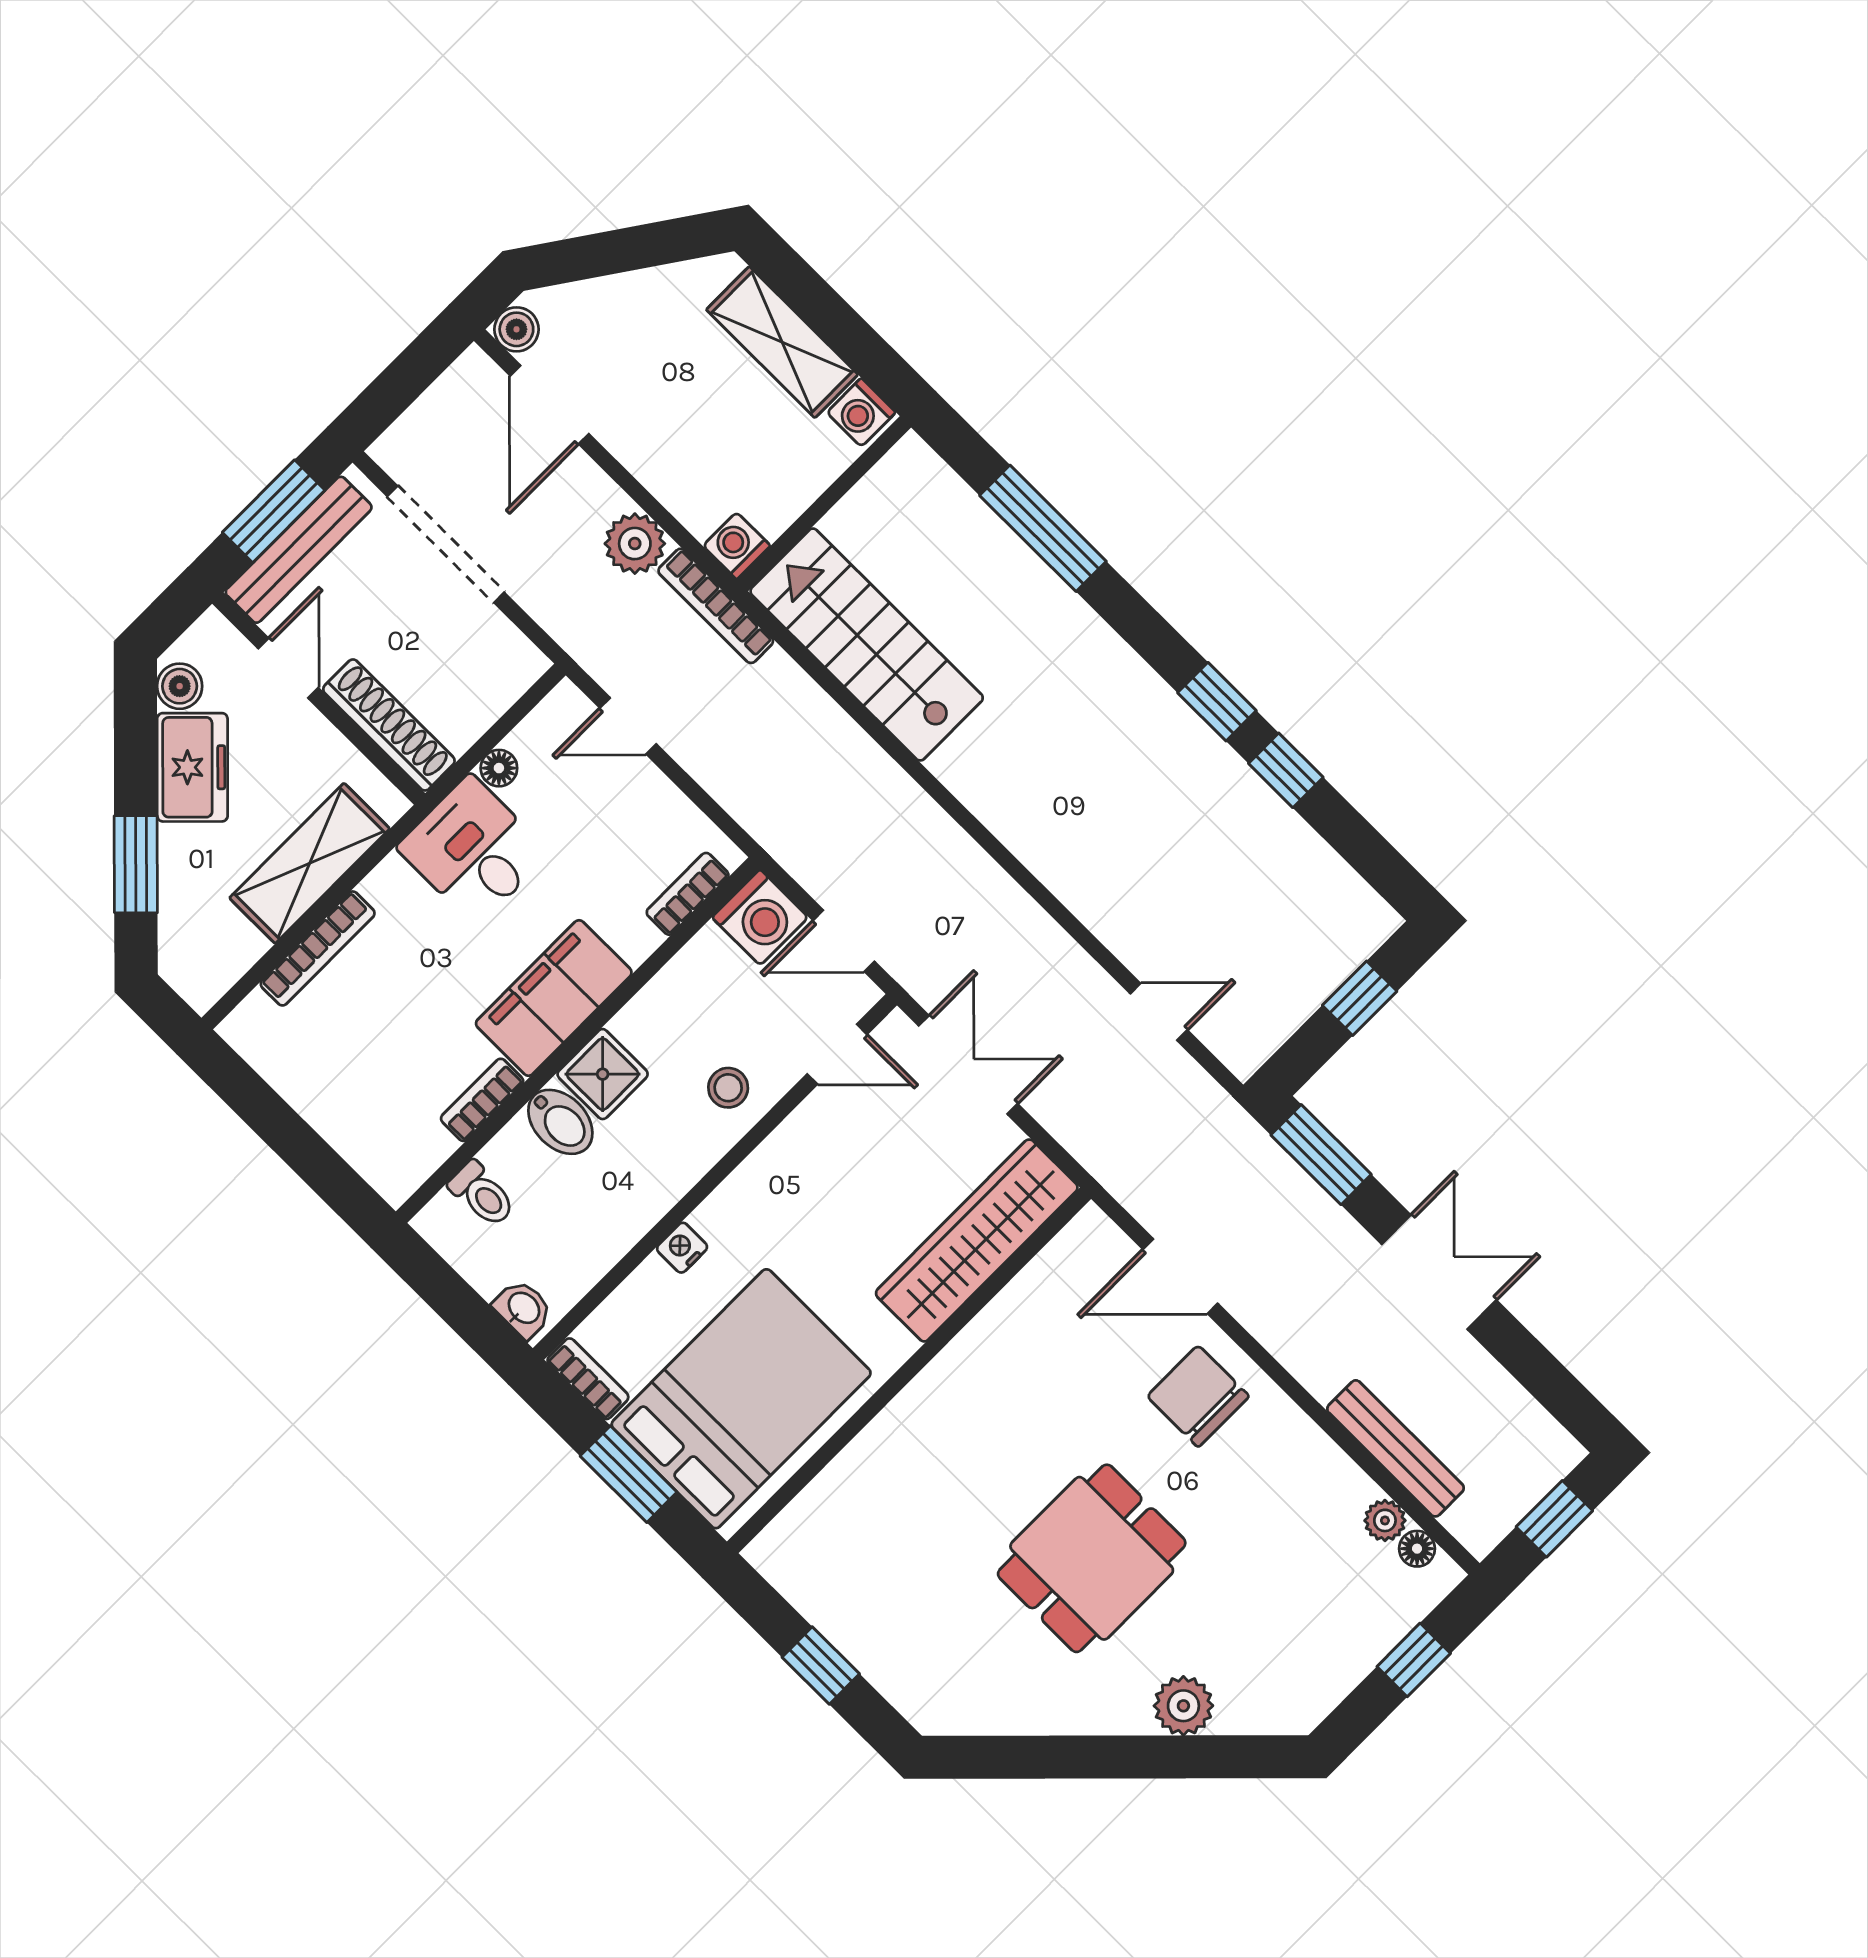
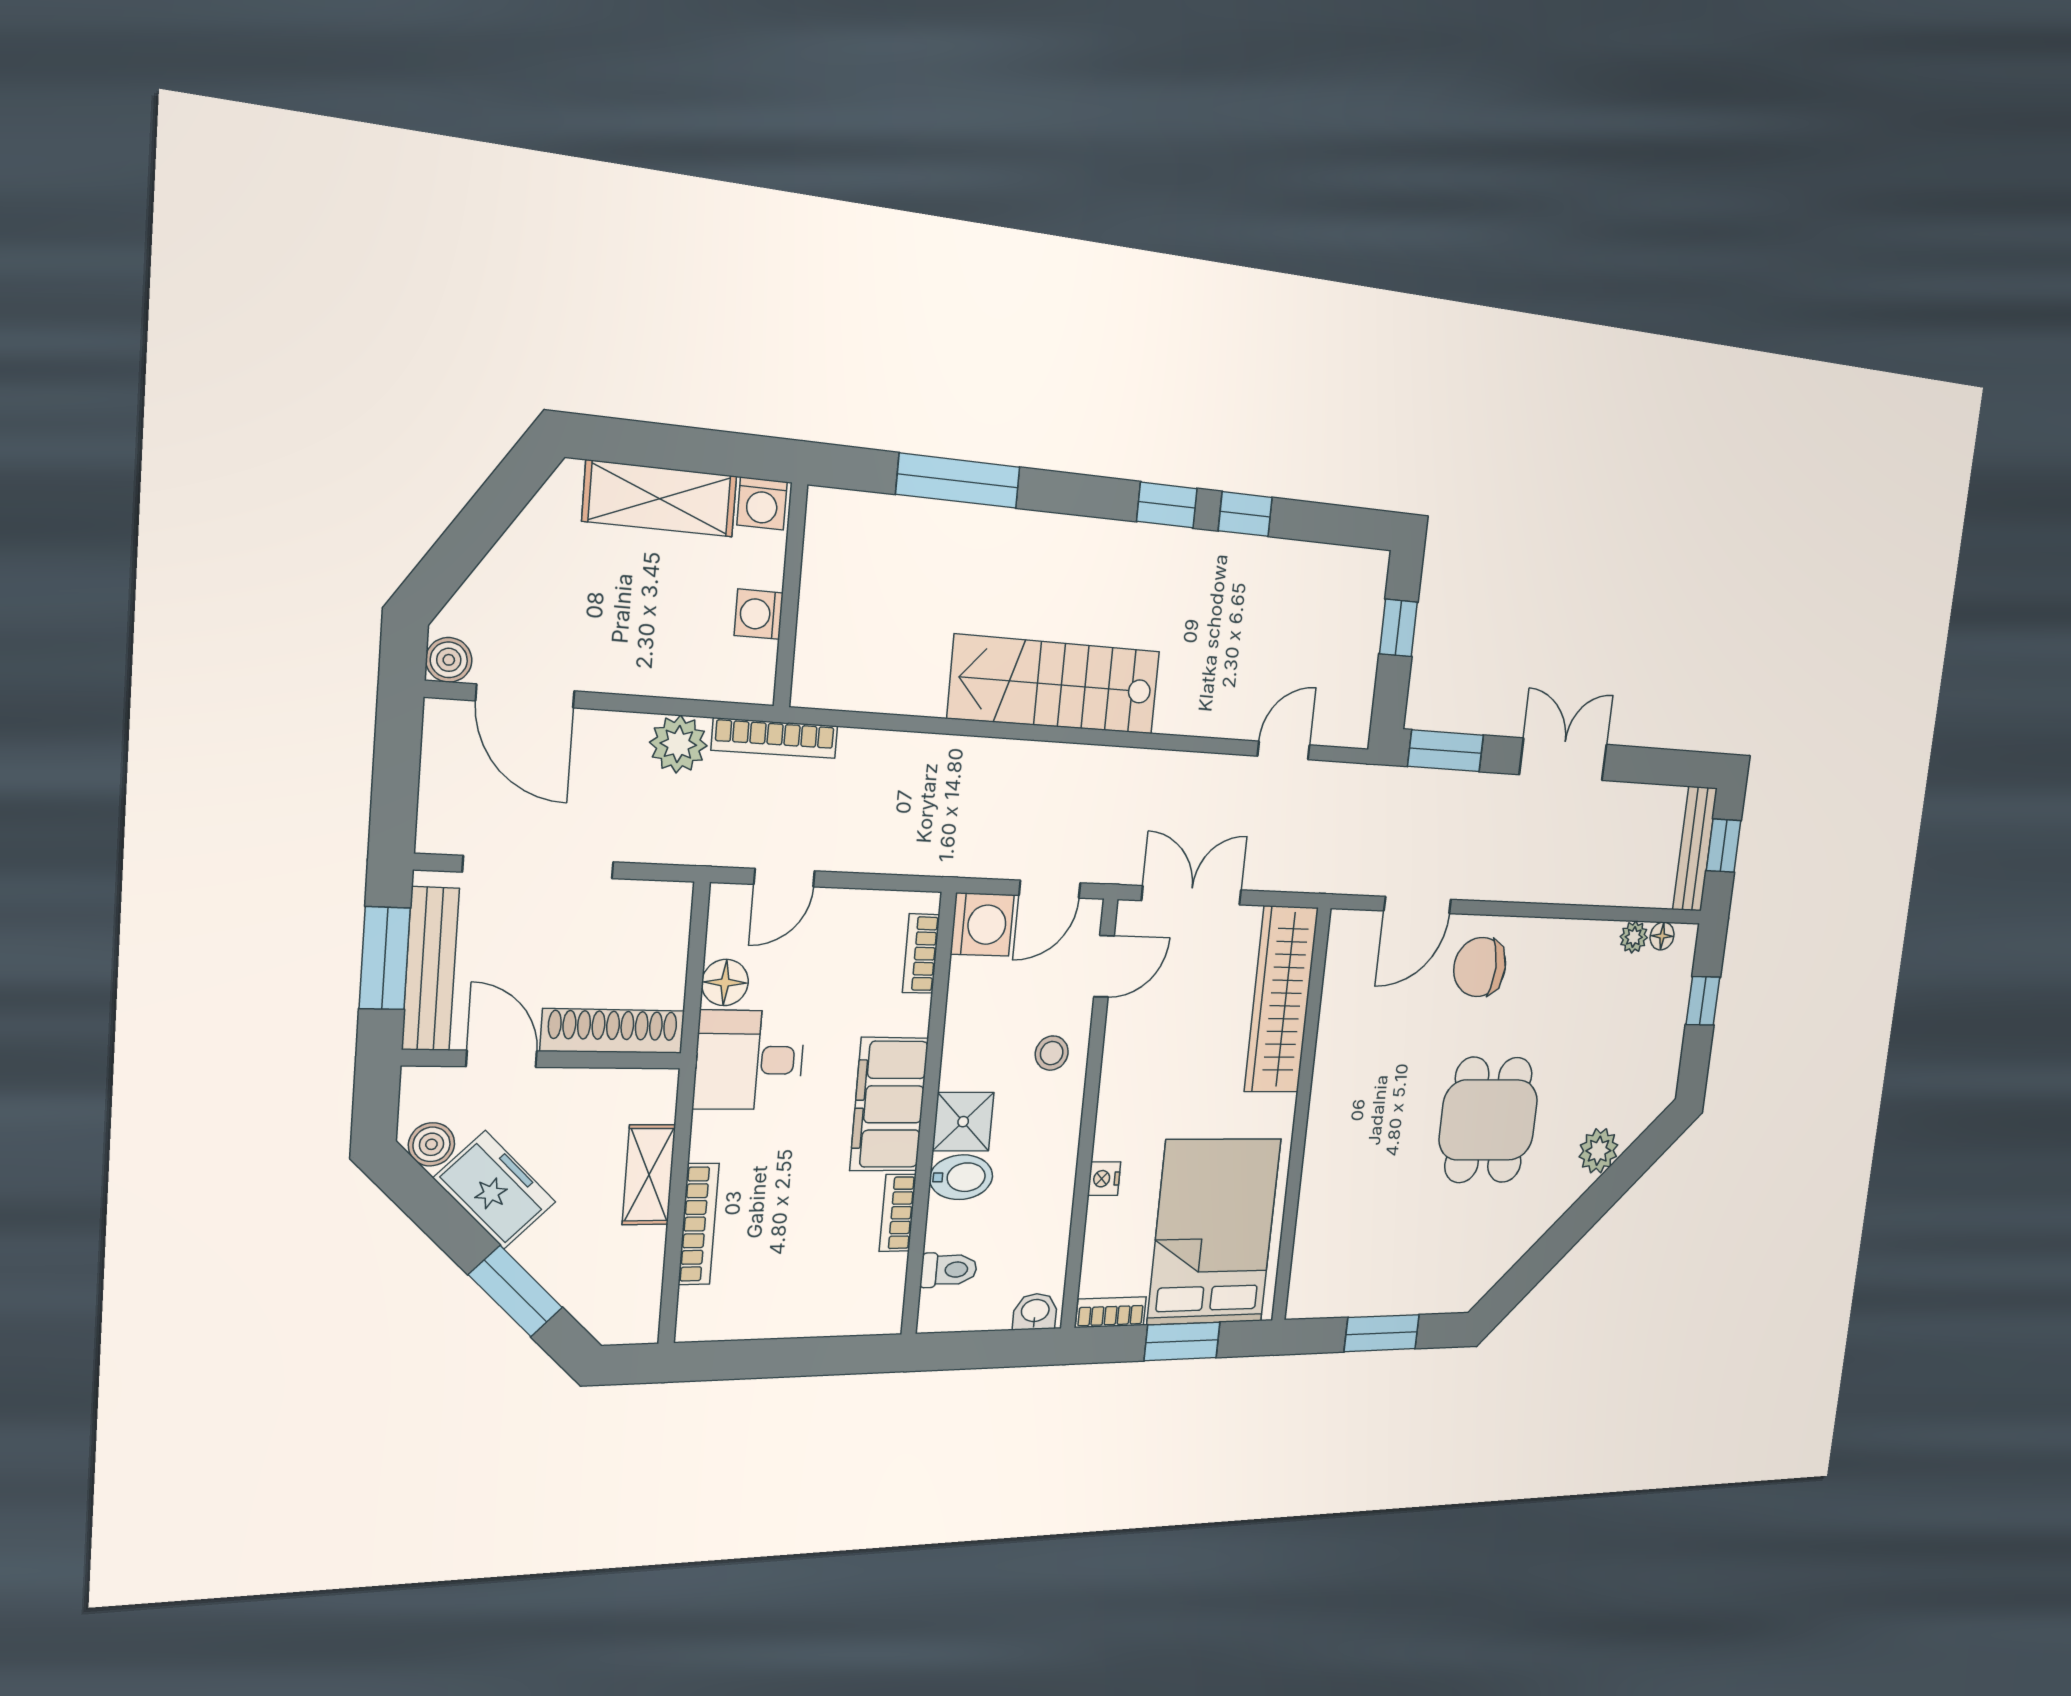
washing machine: (737, 546) -> (759, 614), moved
stairs: (867, 645) -> (1055, 685), moved
floor lamp: (499, 768) -> (725, 982), width x1.37, depth x1.37
shelving: (310, 863) -> (649, 1175), width x0.67, depth x0.75
bench: (1395, 1448) -> (1695, 849), moved, turned 90
window: (821, 1666) -> (1382, 1333), width x1.50

